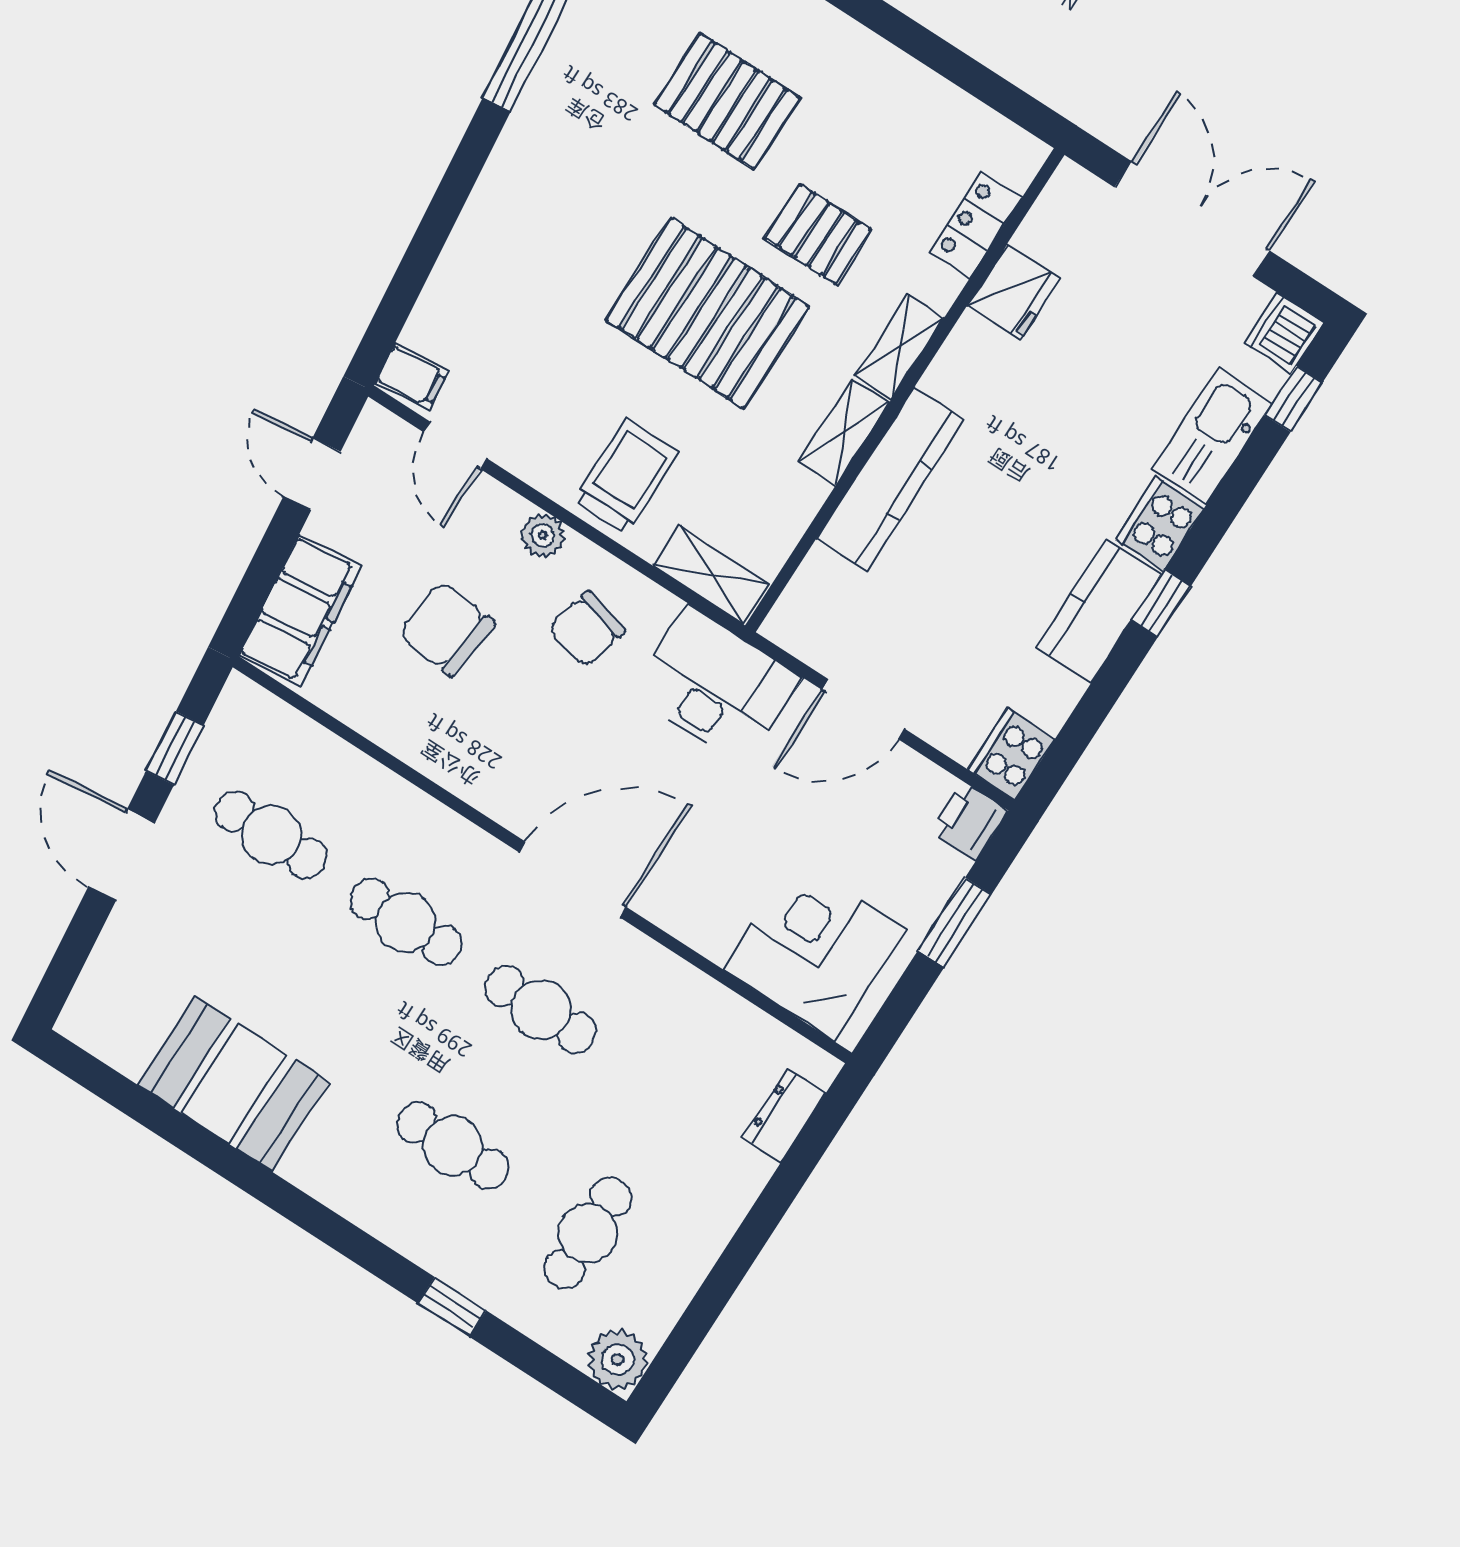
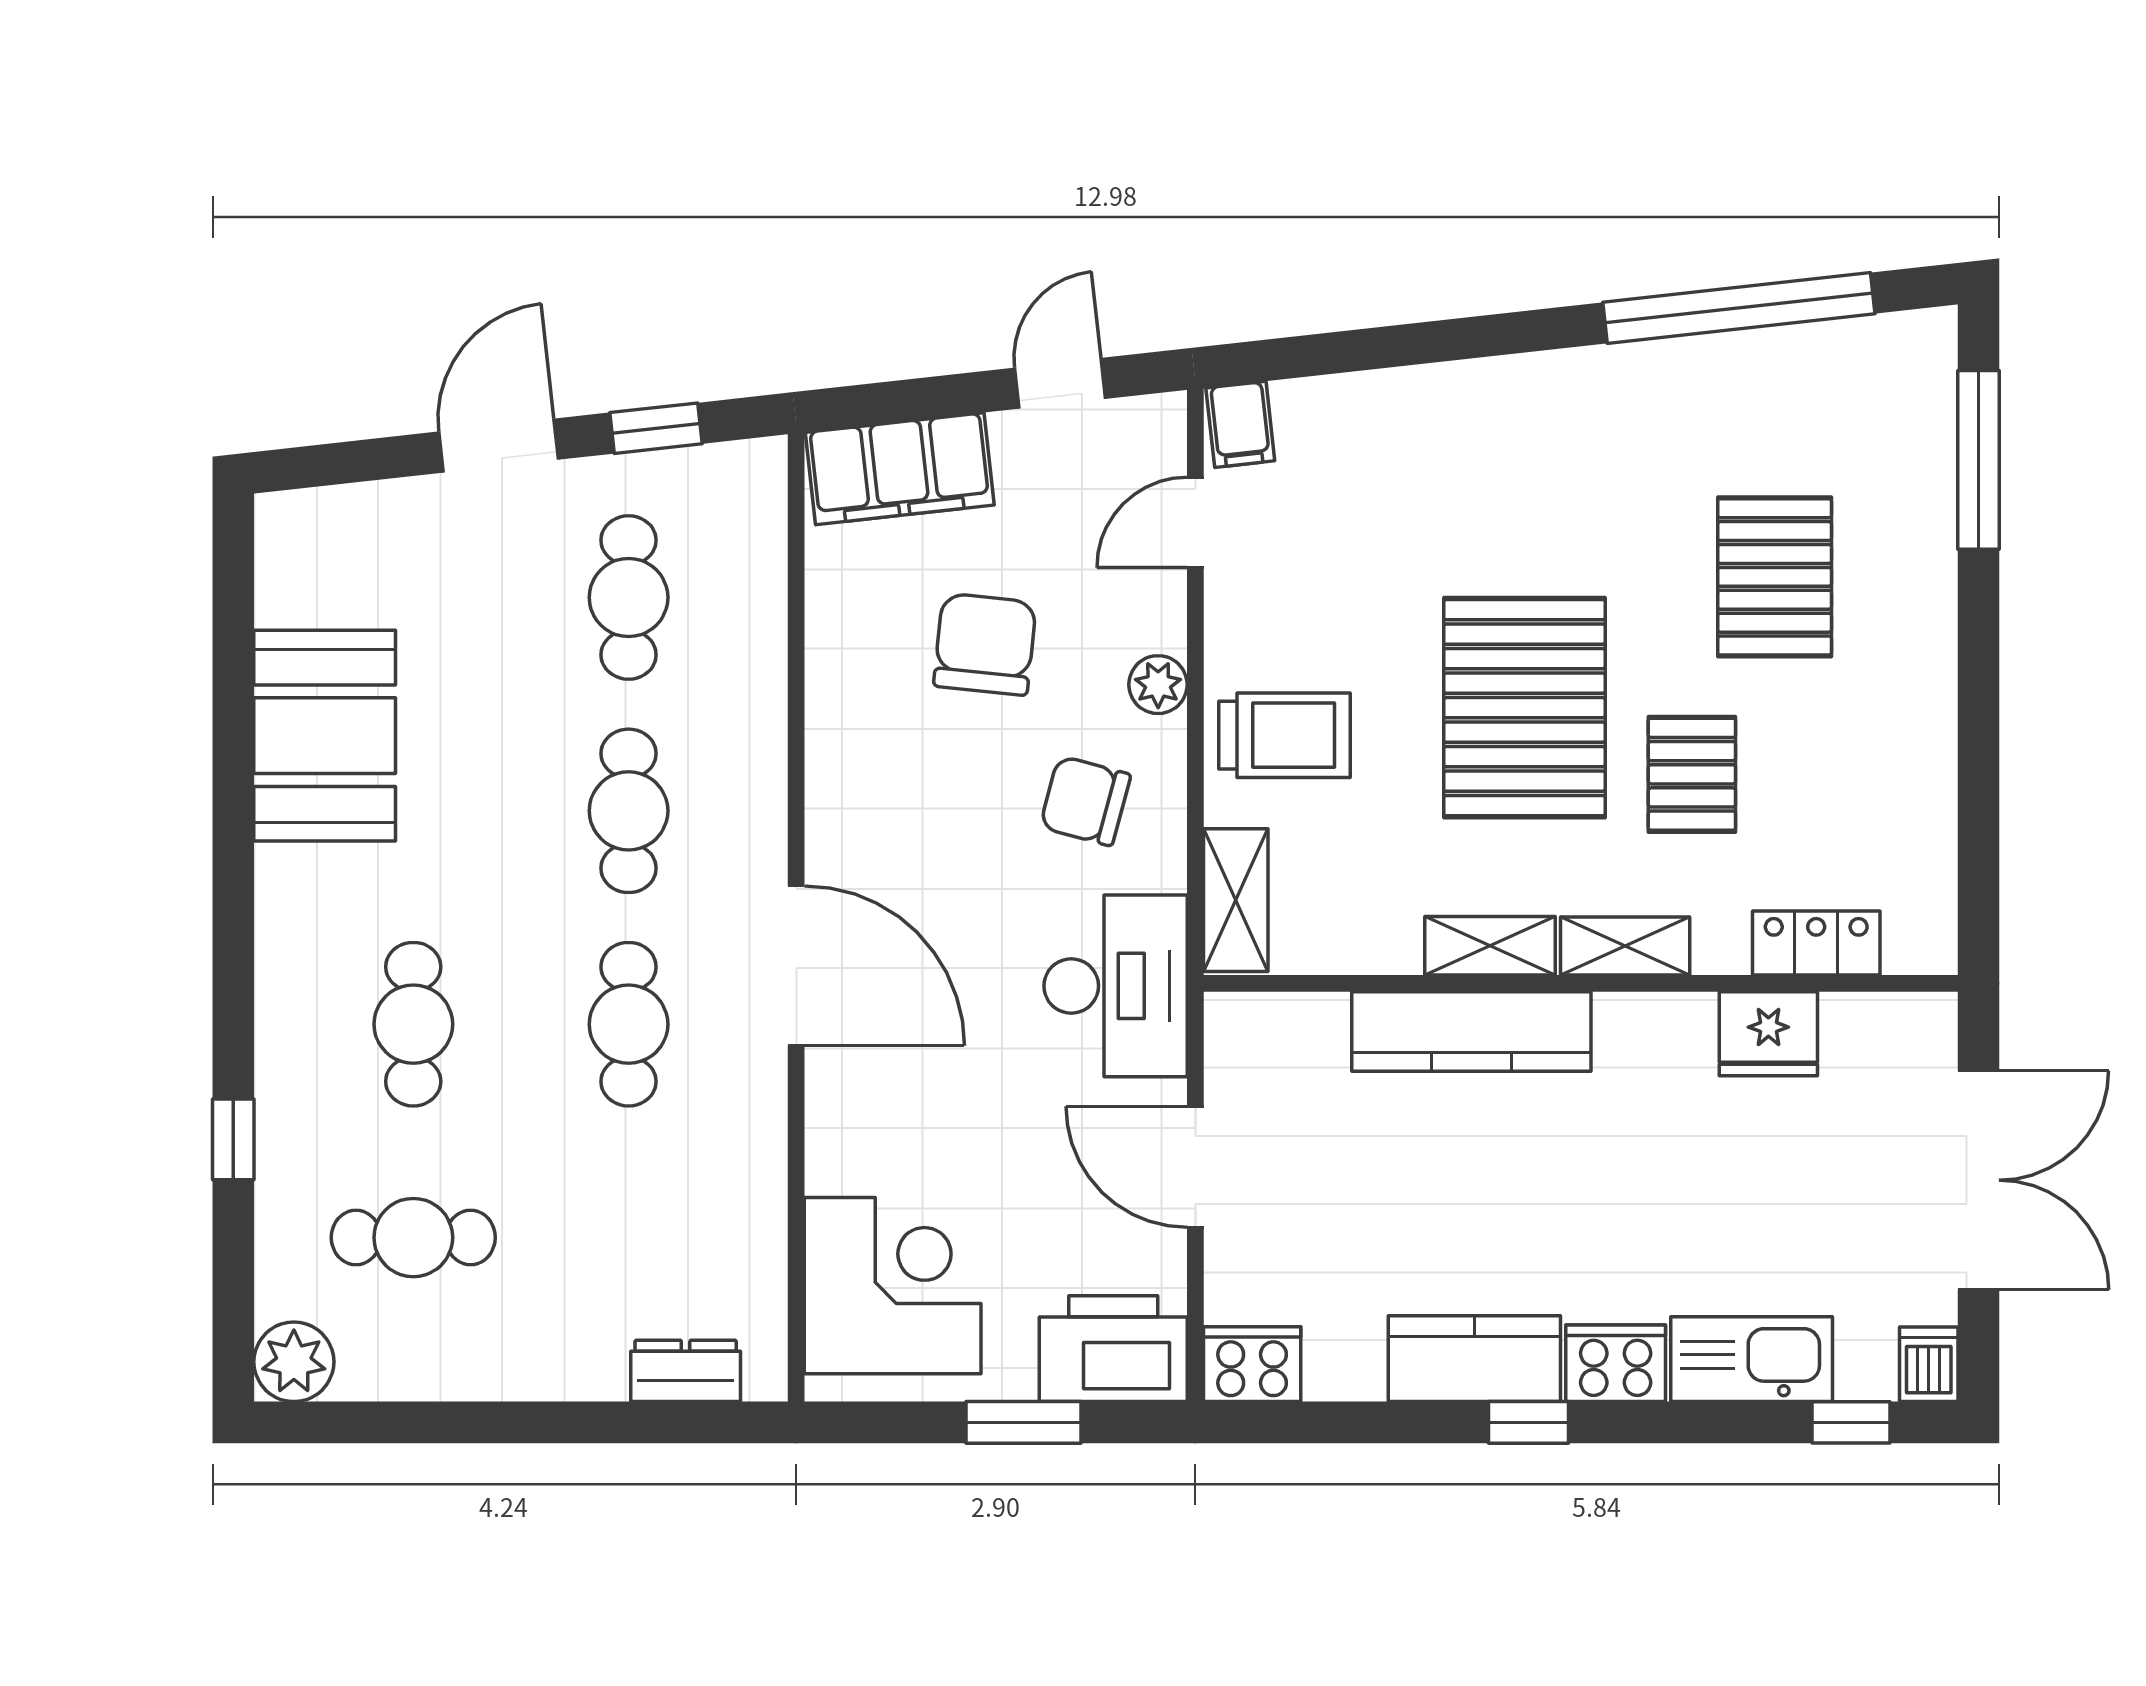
dishwasher: (1284, 333) -> (1929, 1364), width x0.73
printer: (970, 821) -> (1113, 1349), width x1.87, depth x1.48

